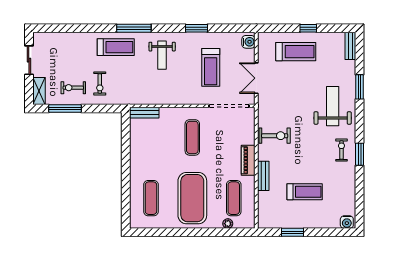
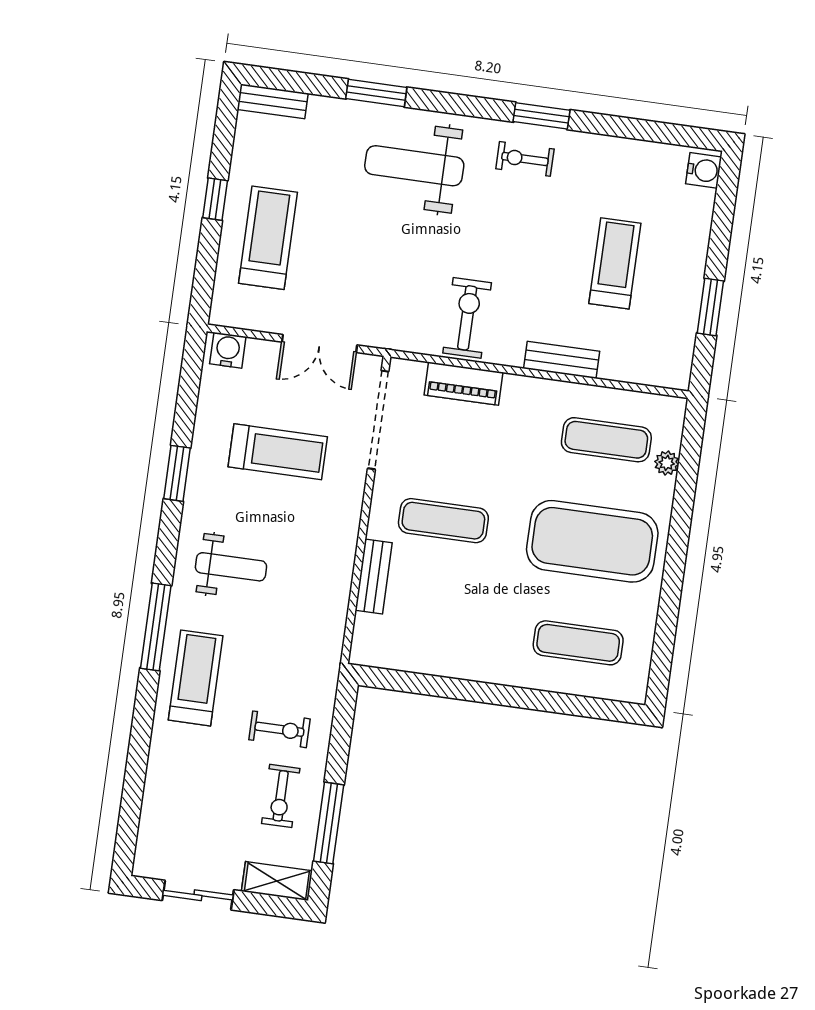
bench: (144, 113) -> (374, 576), moved
piano: (248, 160) -> (463, 384), moved

